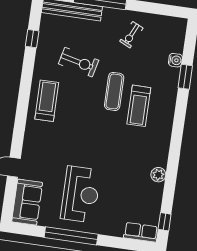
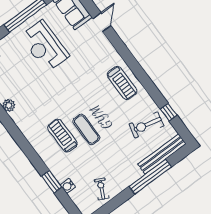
exercise bike: (131, 35) -> (102, 189), moved
exercise bike: (79, 62) -> (146, 125), moved

